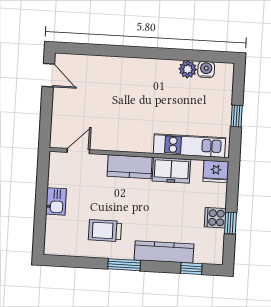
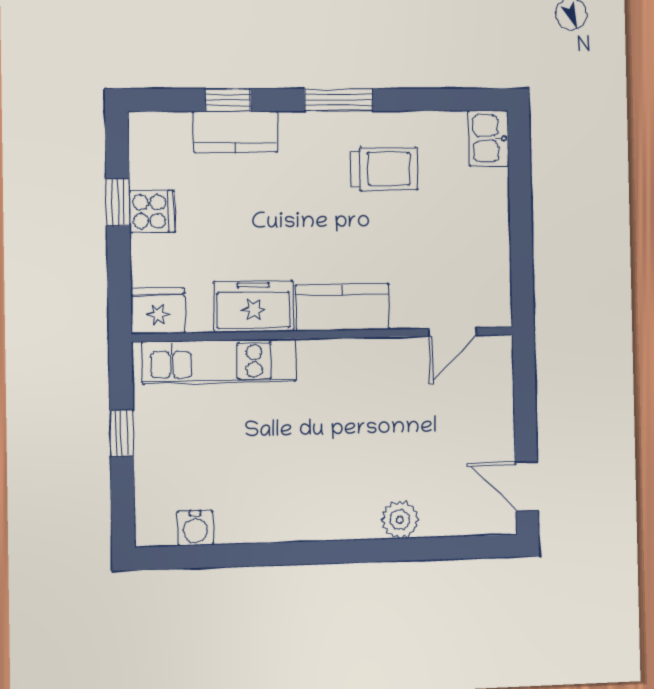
plant: (188, 69) -> (400, 520), moved
kitchen sink: (56, 201) -> (488, 138), moved
kitchen counter: (164, 252) -> (235, 132), width x0.67
window: (191, 269) -> (228, 100), moved

